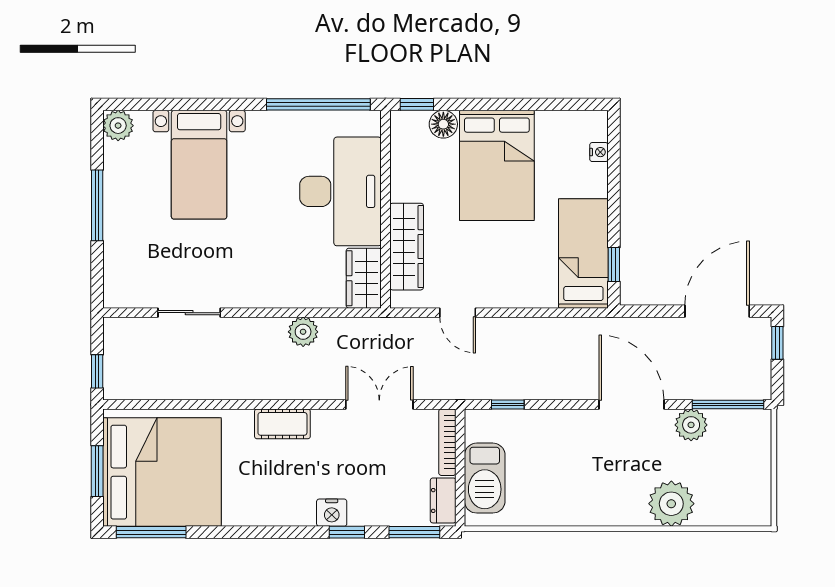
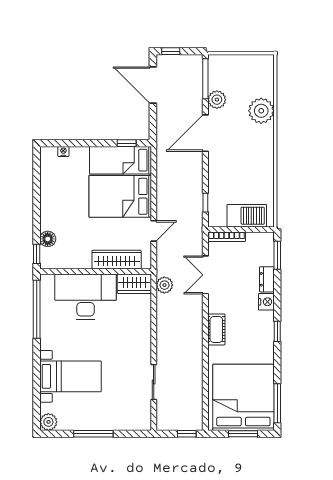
bed: (497, 165) -> (120, 196), moved, turned 180
plant: (303, 332) -> (164, 285), moved
dresser: (443, 500) -> (267, 279), moved, turned 90
window: (347, 532) -> (277, 331), moved

